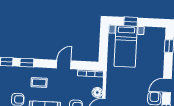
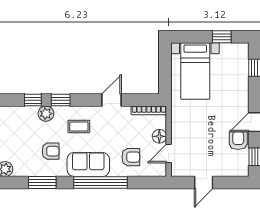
window: (131, 22) -> (222, 37), moved
plant: (16, 72) -> (46, 114), added

